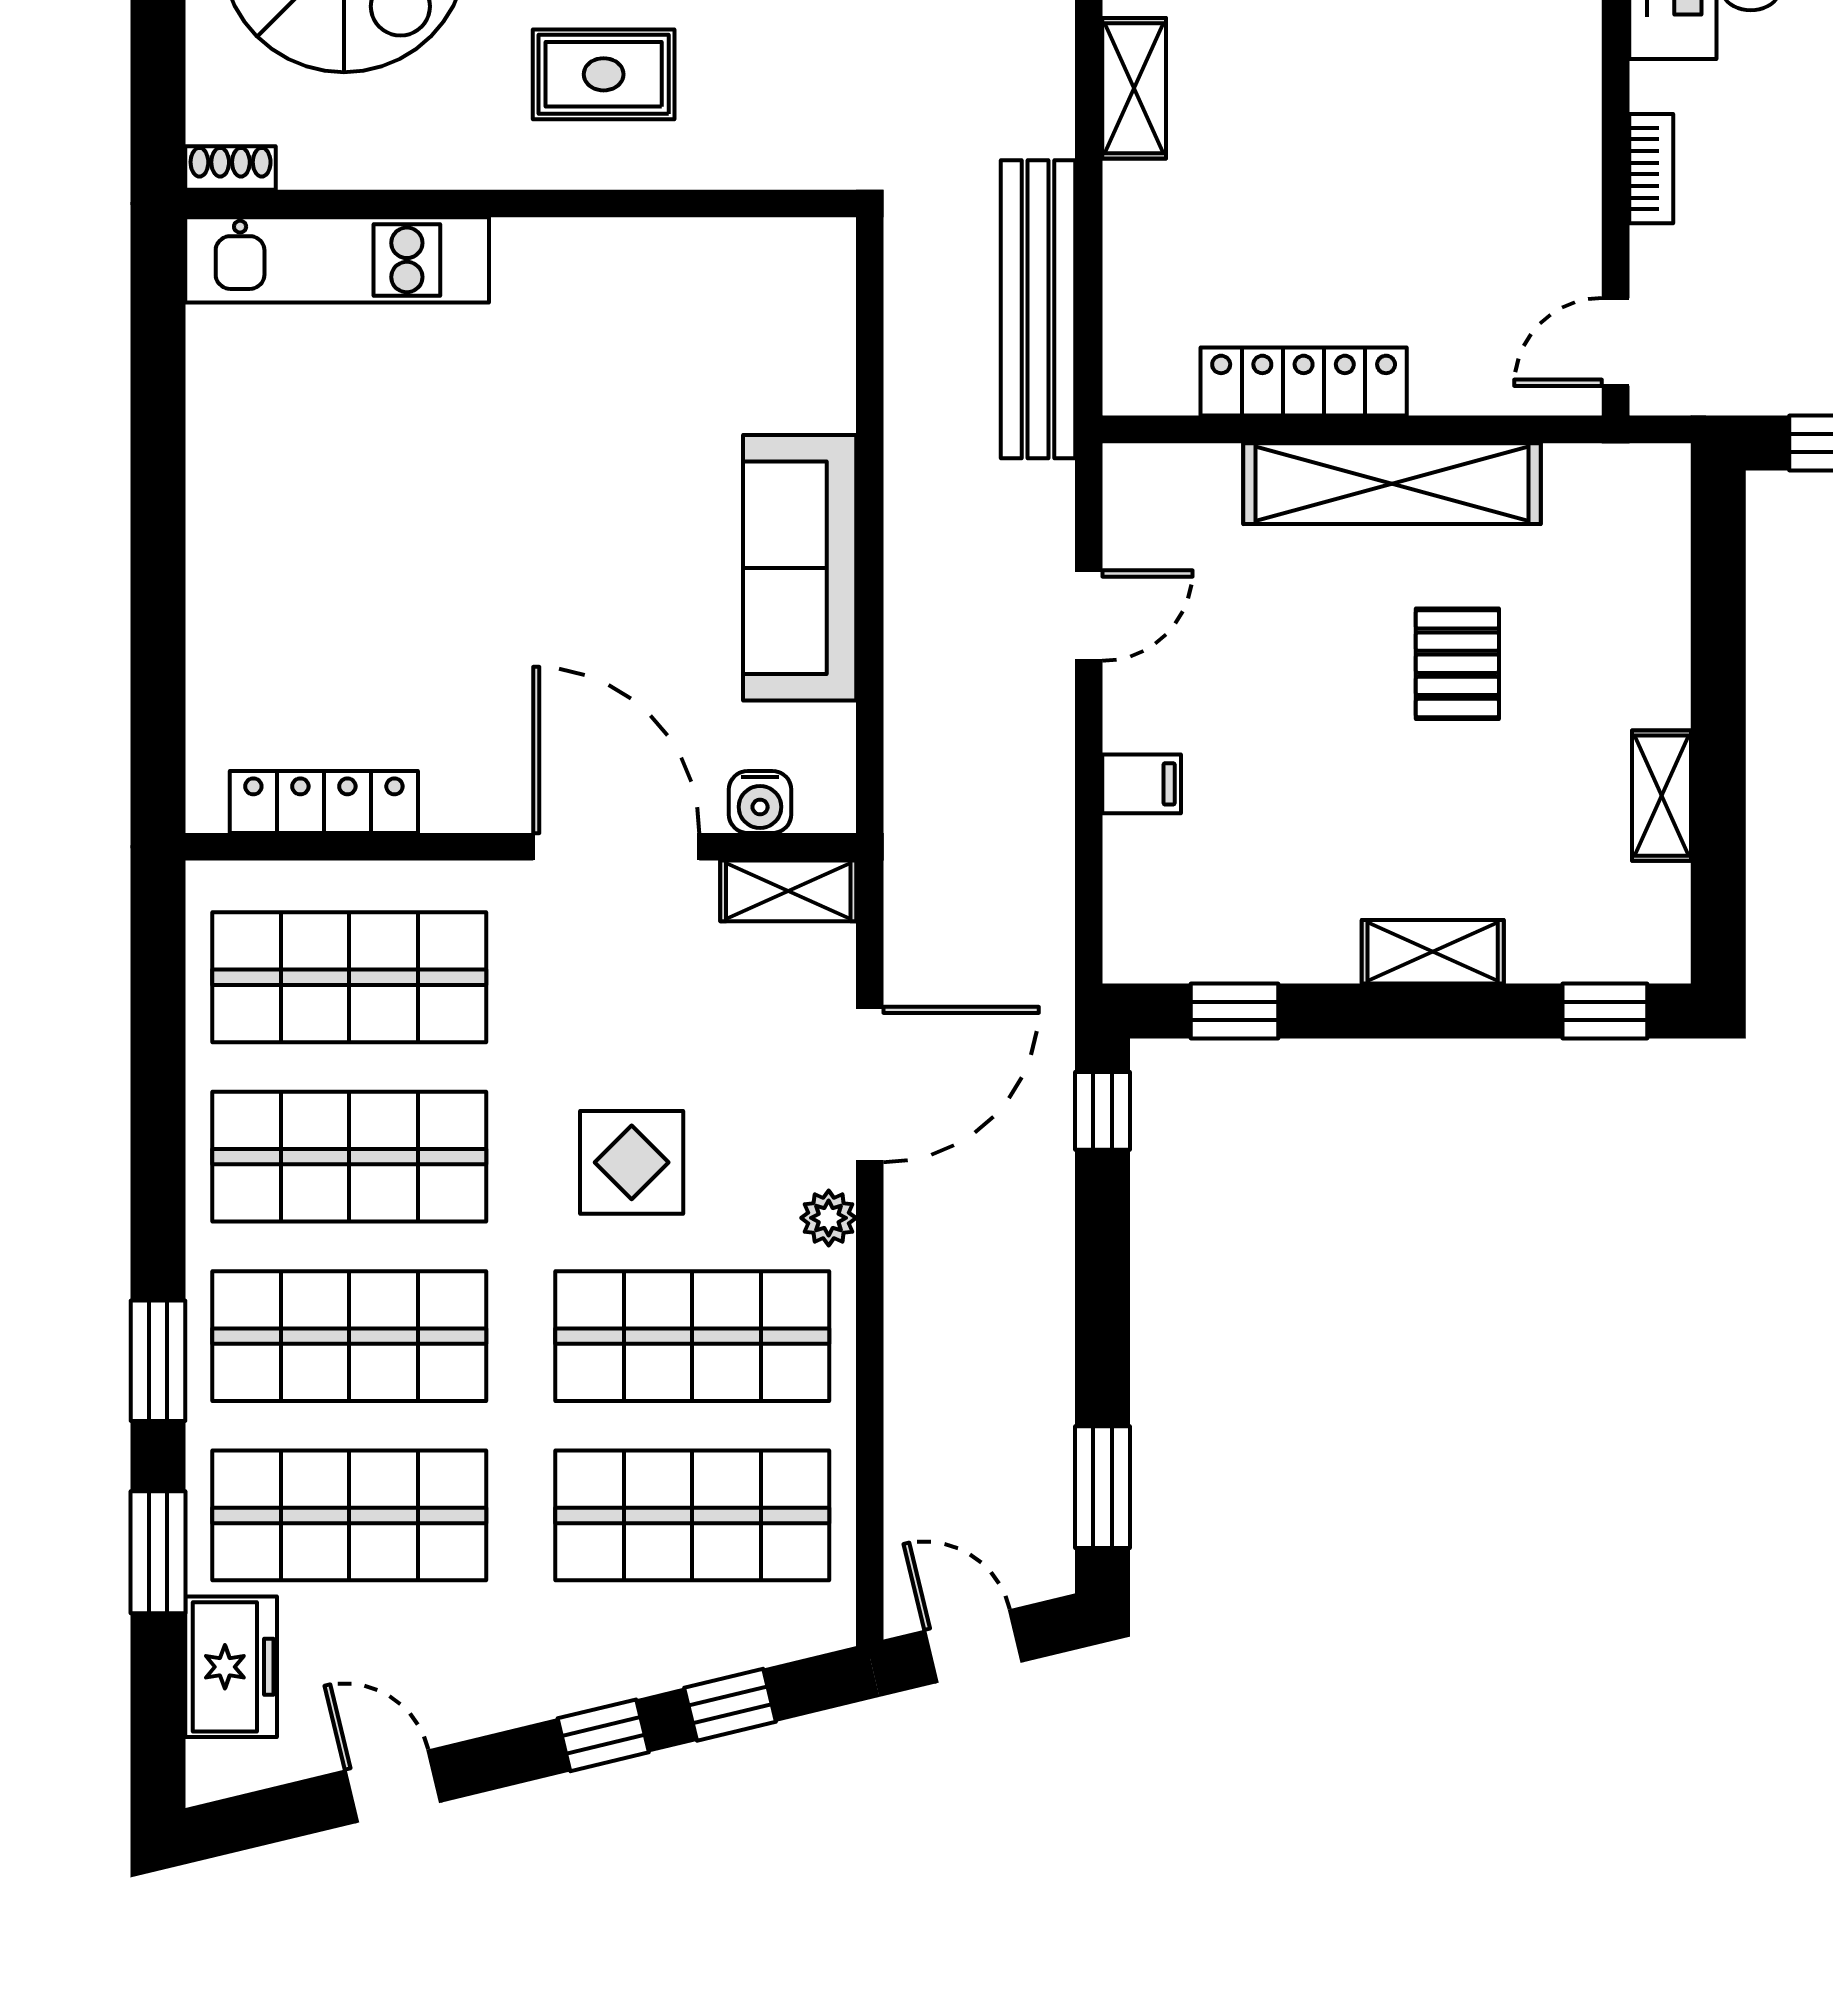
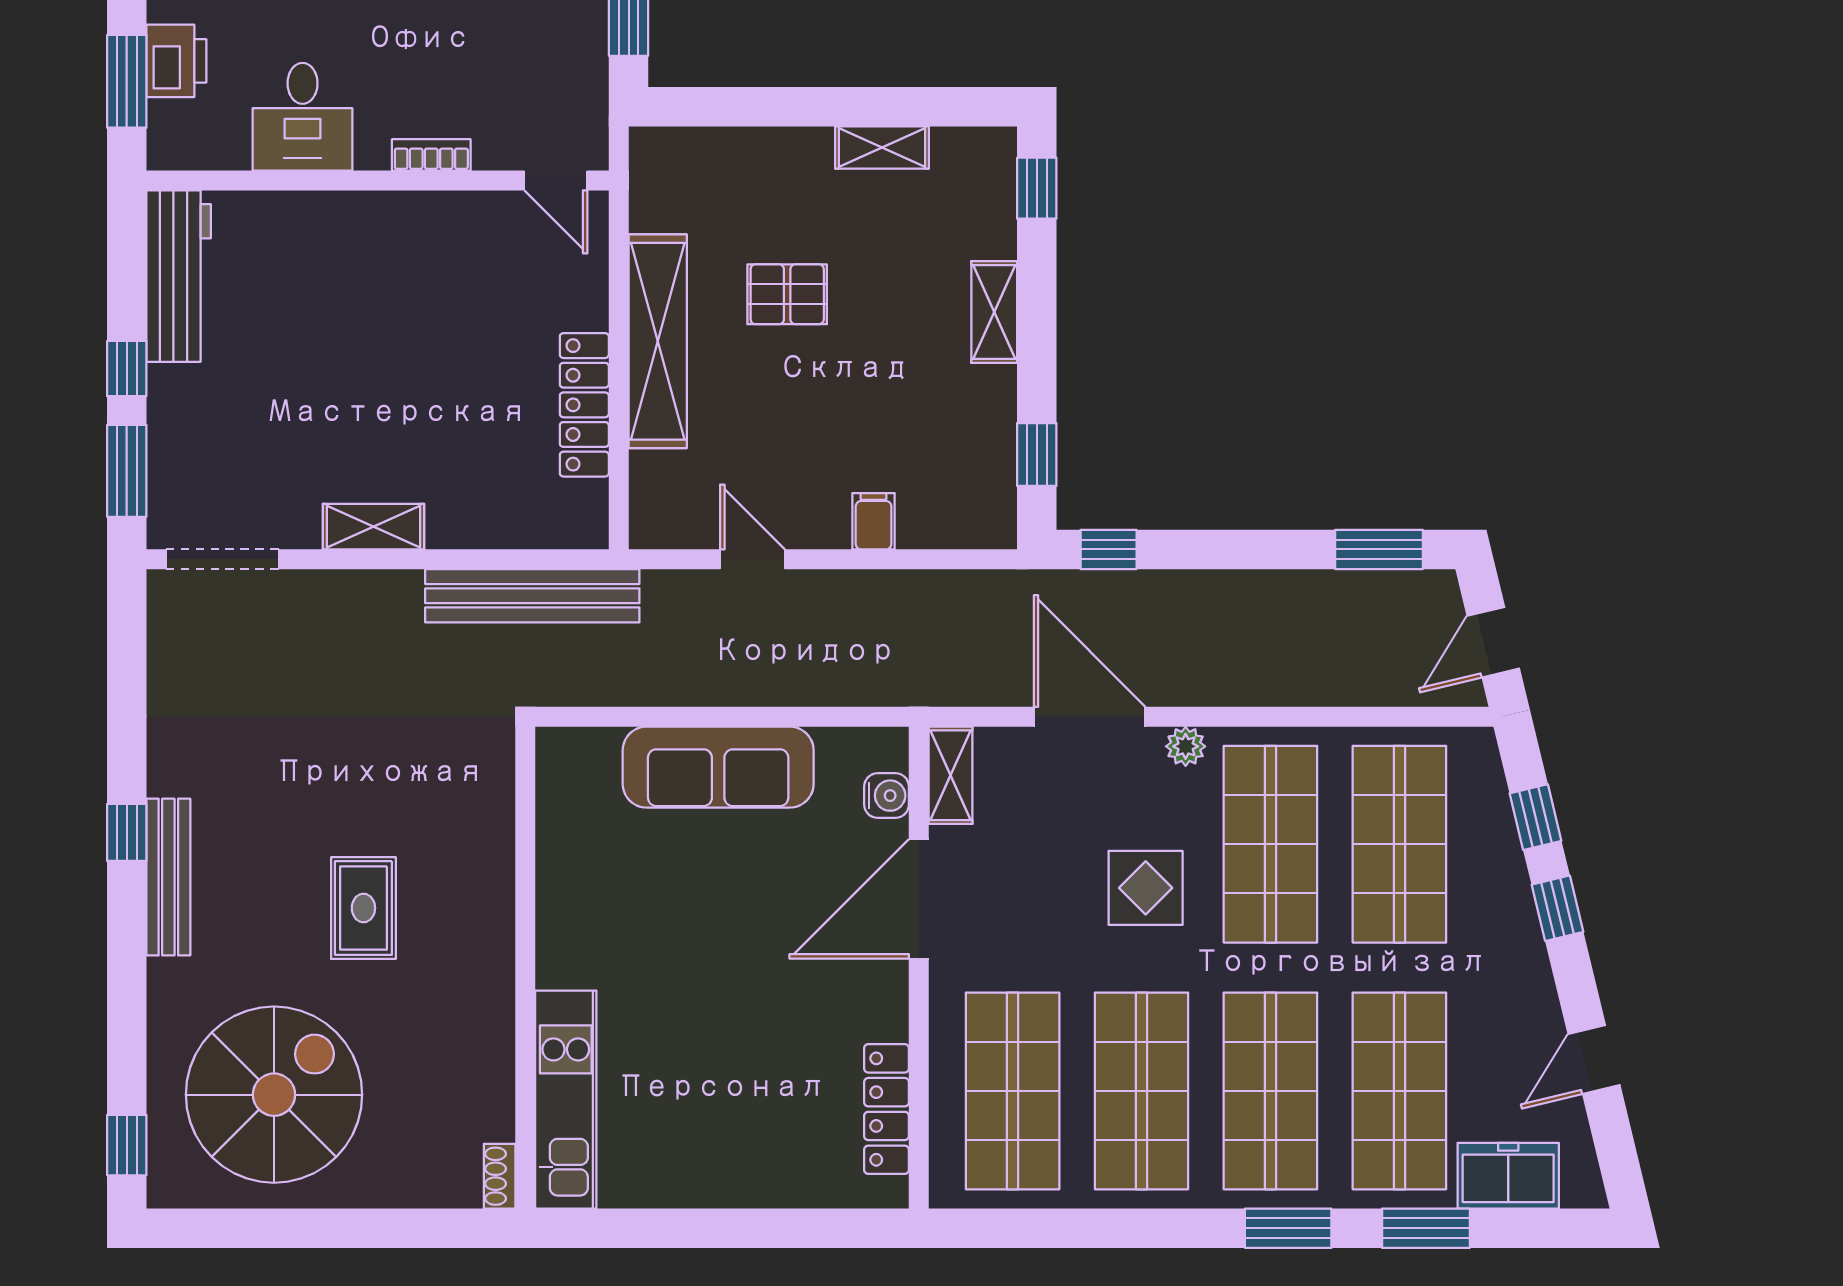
shoe rack: (231, 168) -> (500, 1176), moved
wall: (521, 204) -> (525, 968), moved
kitchen unit: (337, 260) -> (566, 1100), moved

